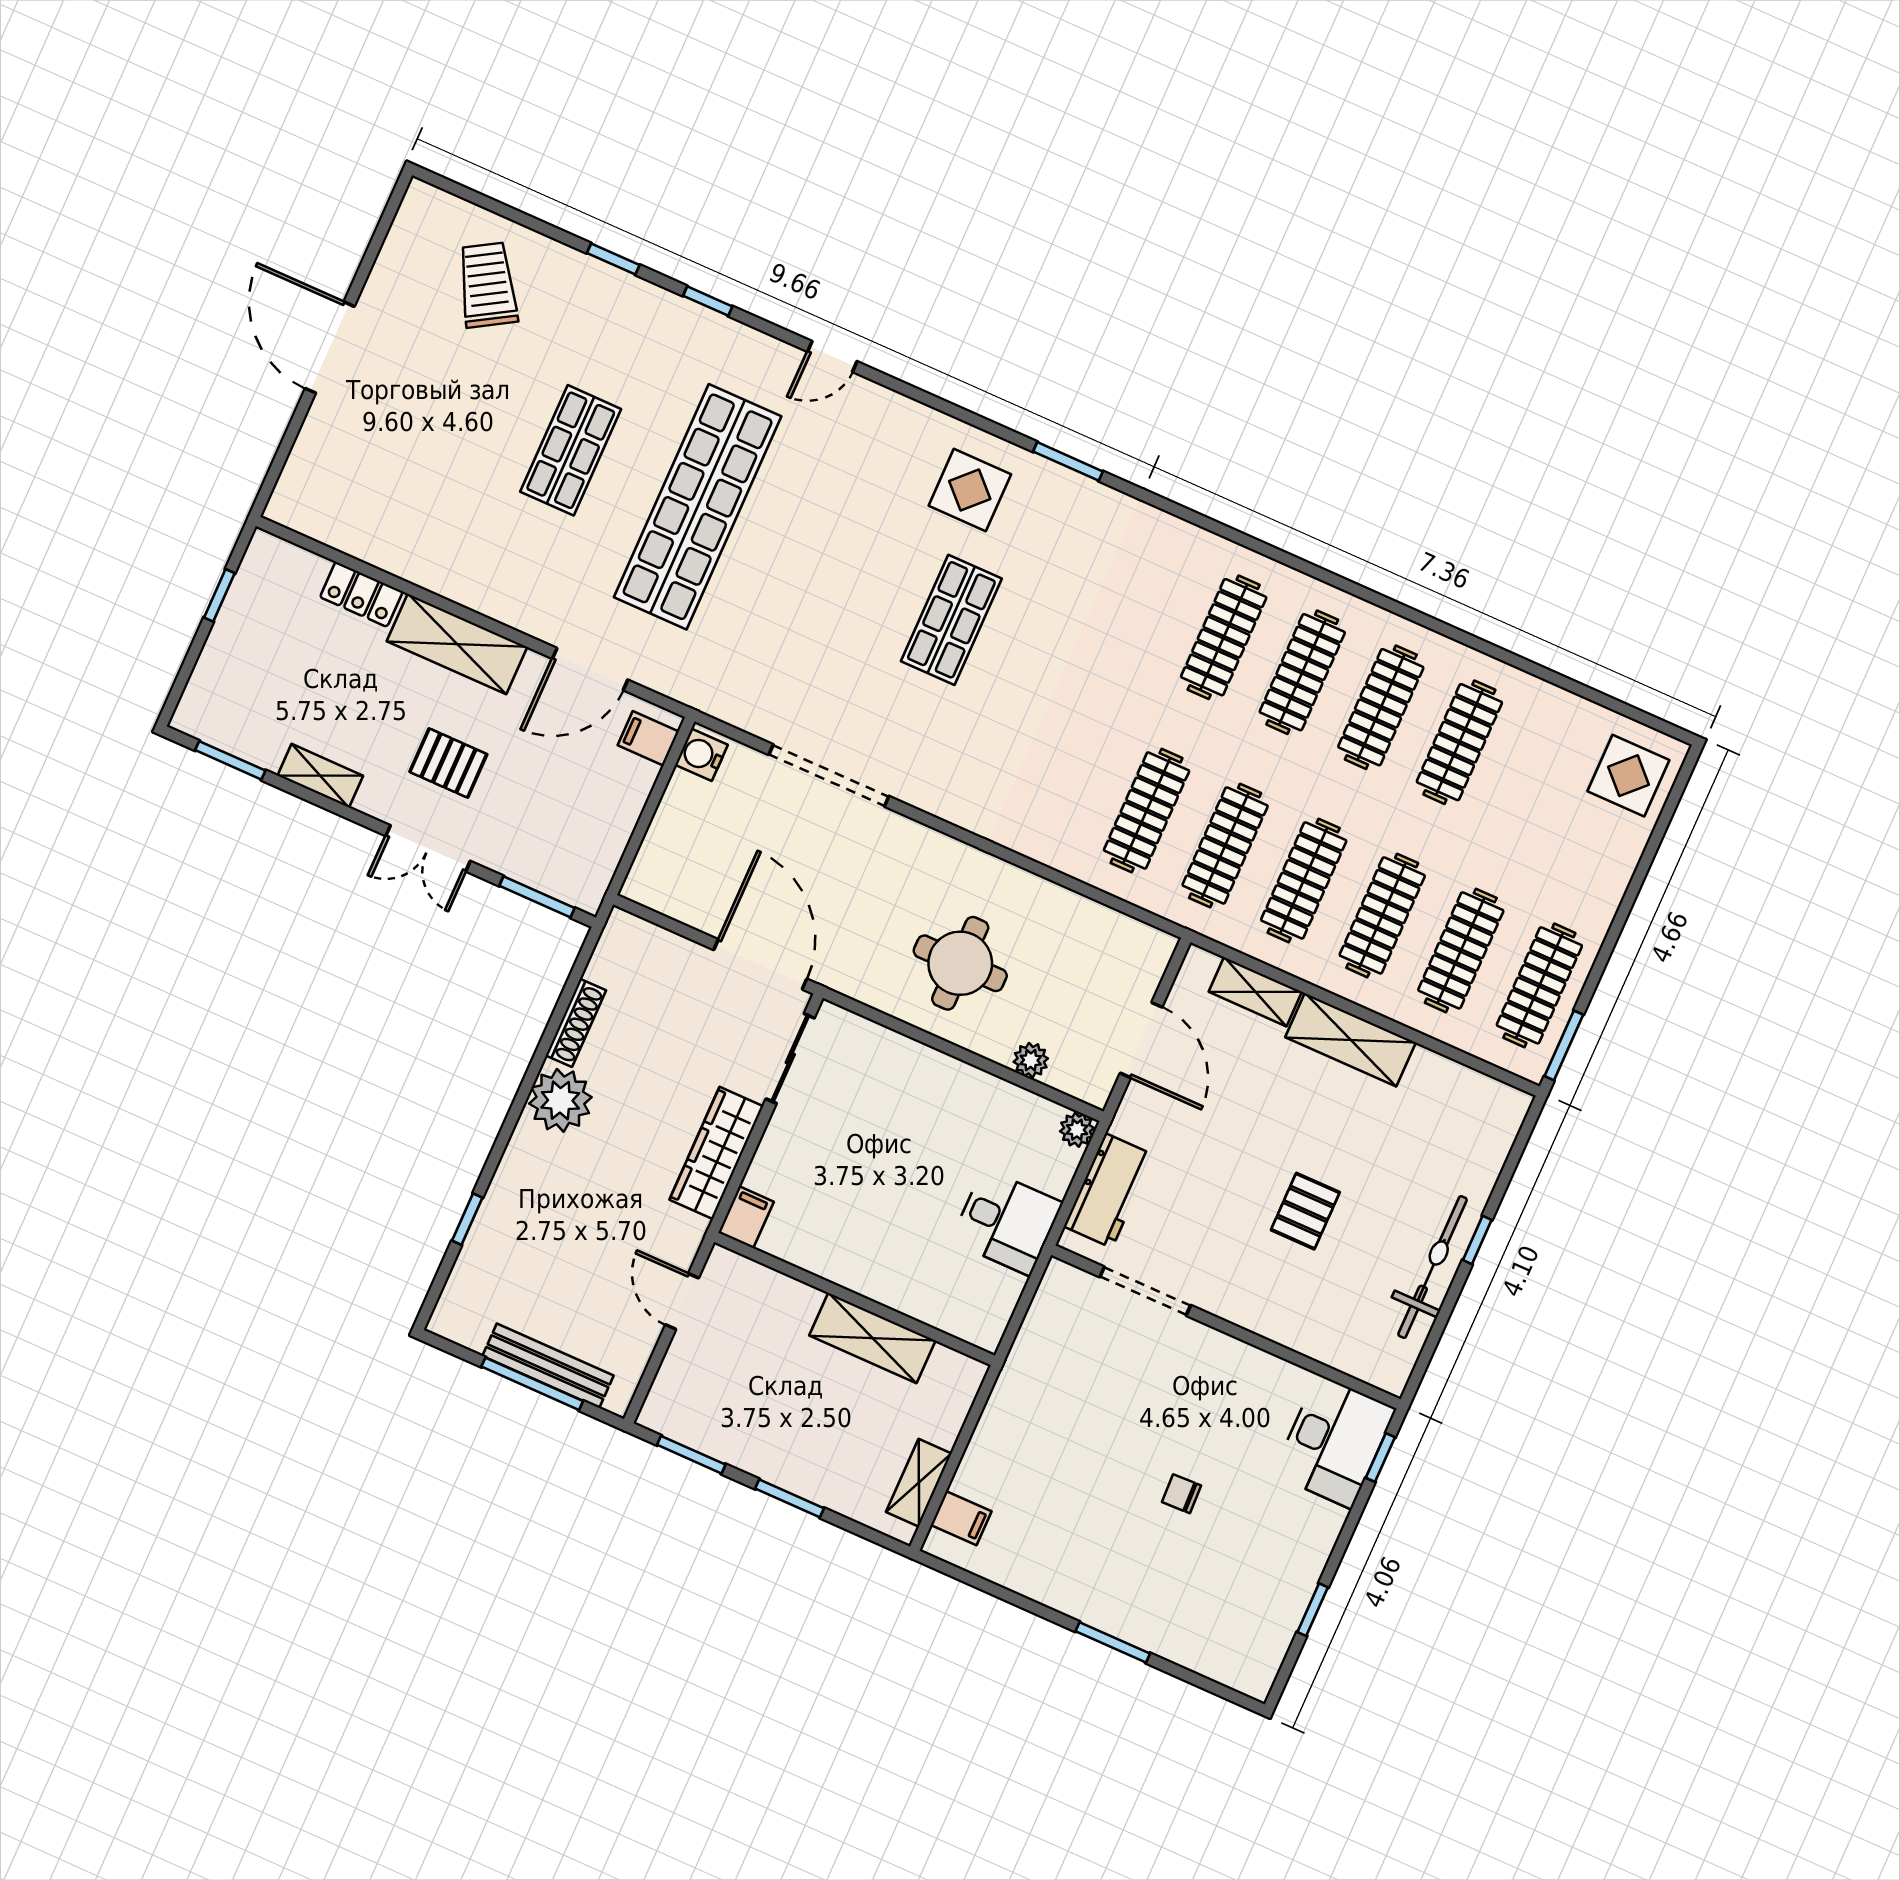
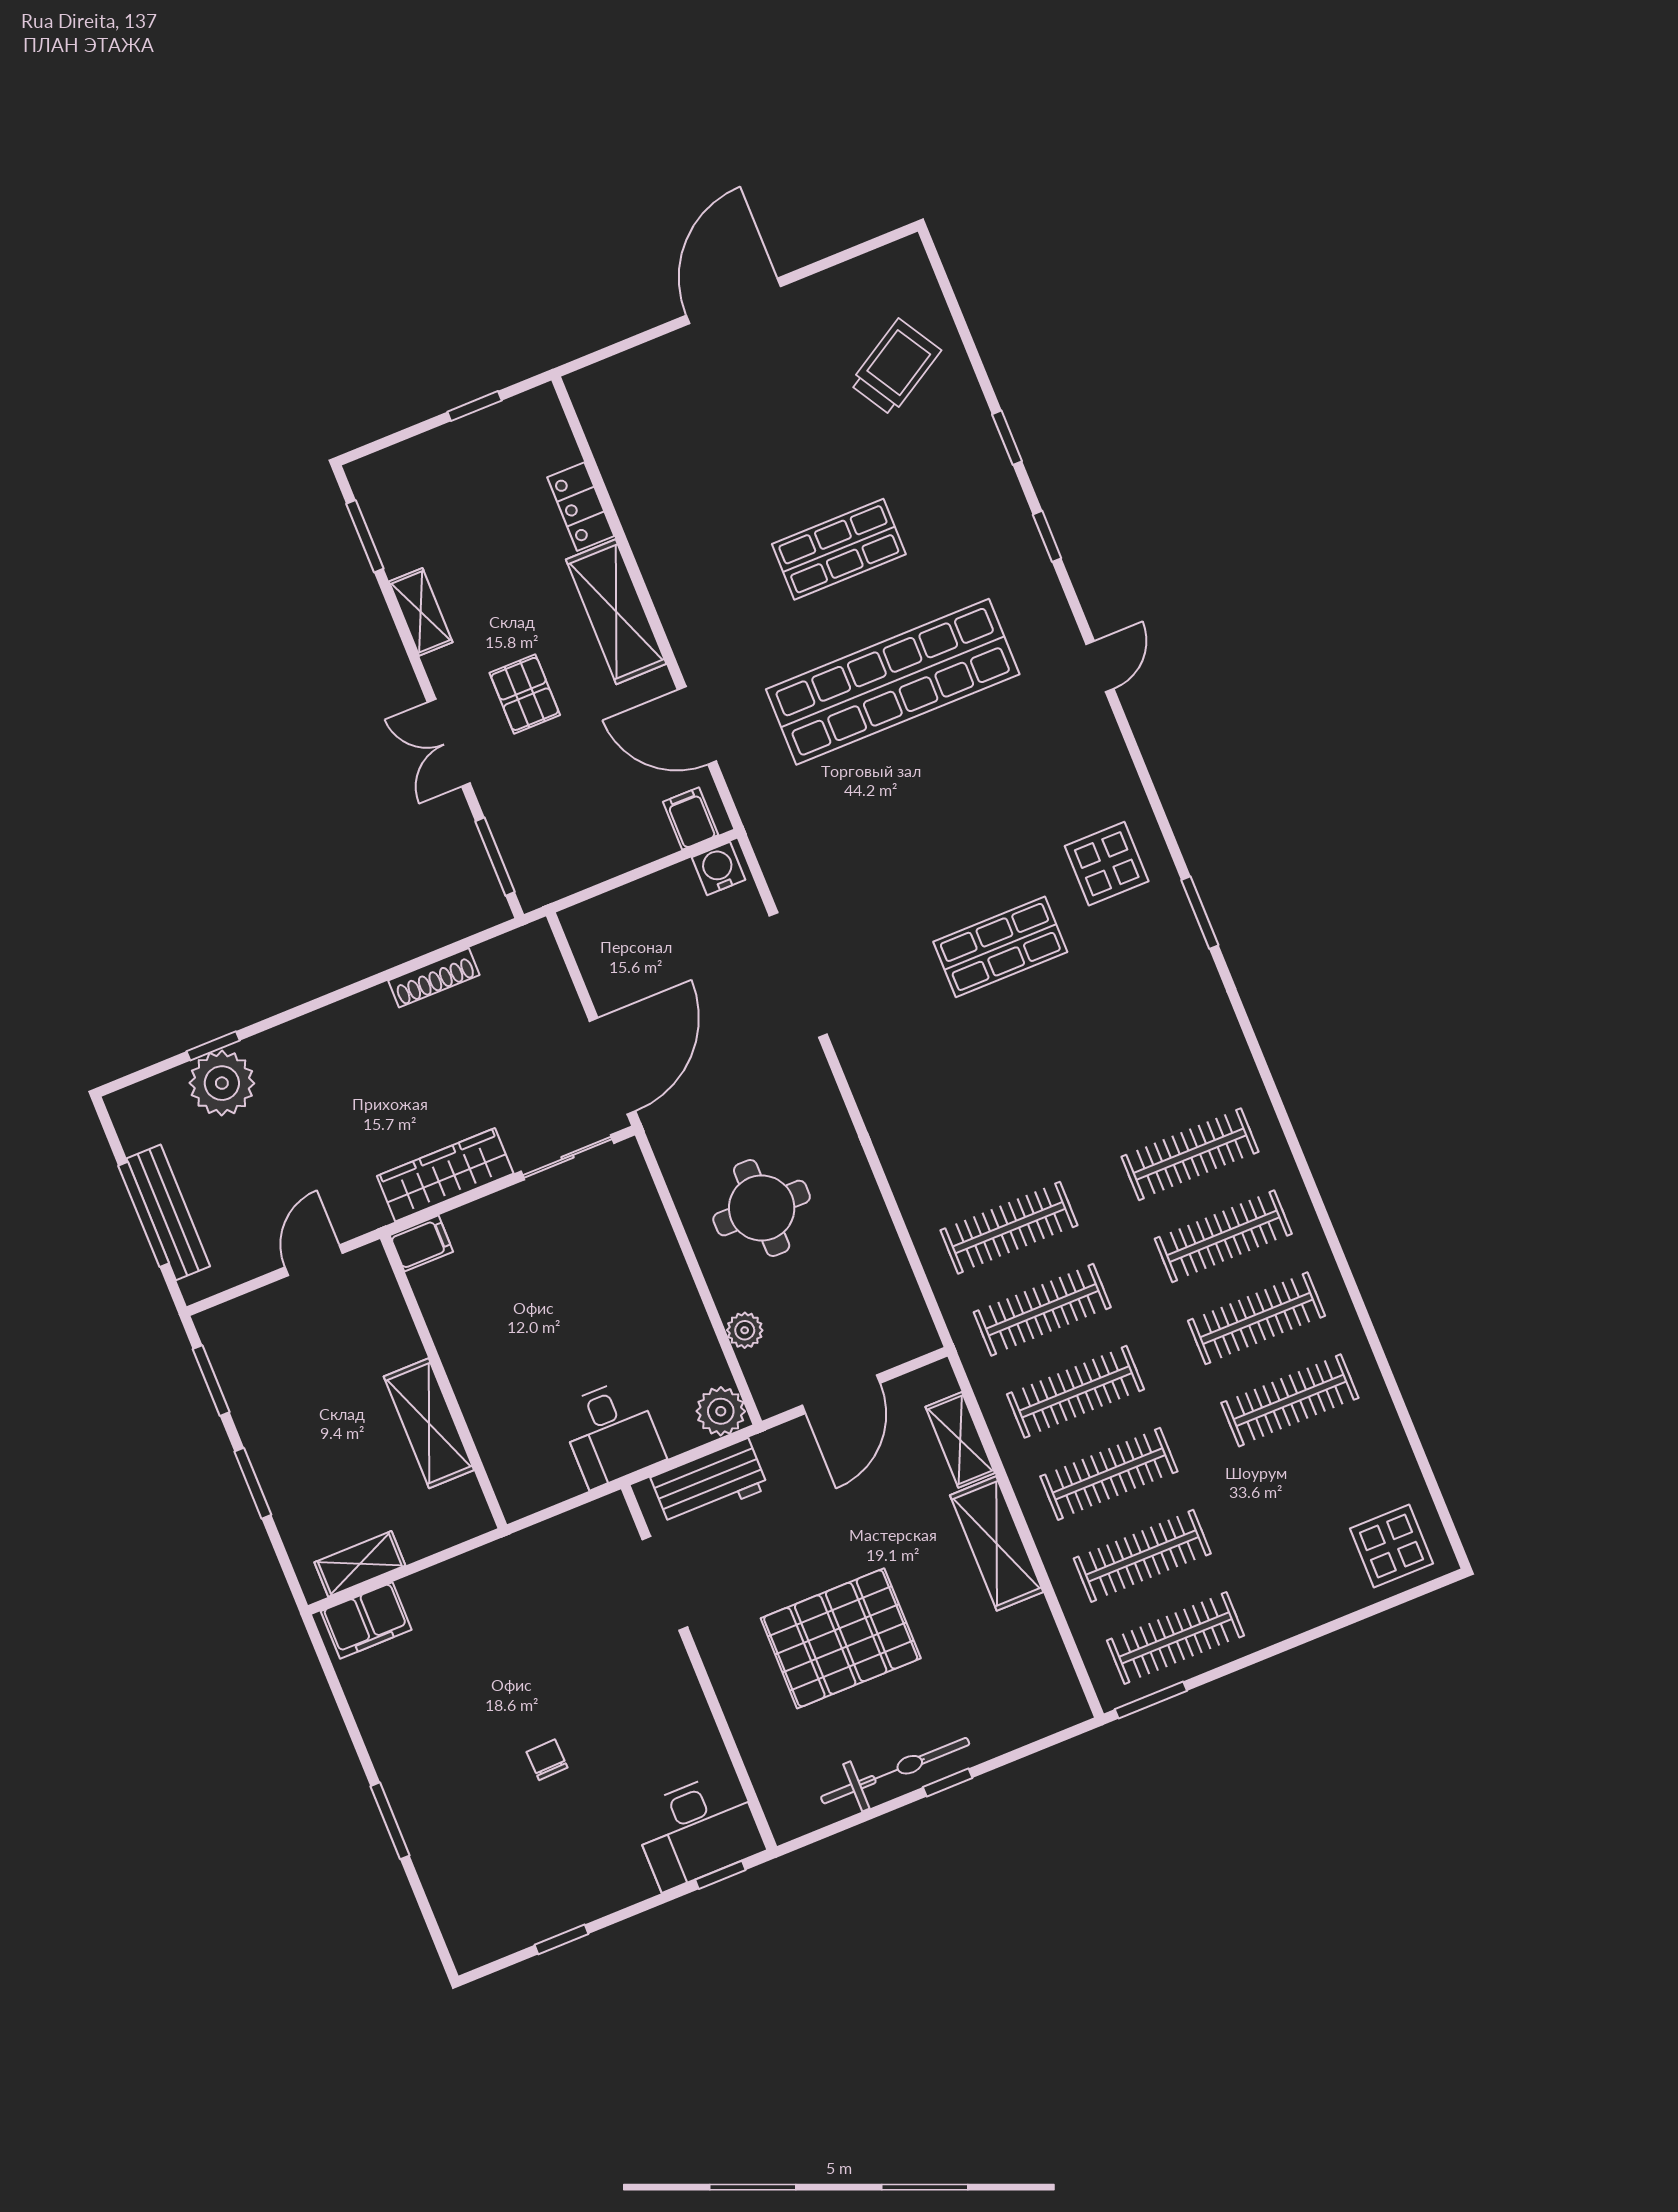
door: (832, 356) -> (1100, 666), swing flipped
plant: (560, 1100) -> (222, 1083), moved
plant: (1077, 1130) -> (721, 1411), width x1.38, depth x1.38
pallet: (1305, 1211) -> (841, 1638), width x2.05, depth x2.00
filing cabinet: (961, 1518) -> (366, 1620), width x2.00

